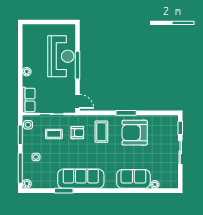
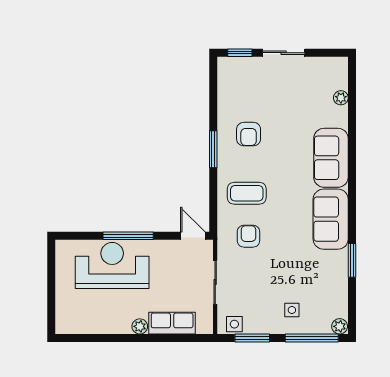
row of seats: (29, 100) -> (172, 323), moved
door: (78, 101) -> (193, 236), hinge flipped
armchair: (135, 133) -> (249, 134), width x0.53, depth x0.53
coffee table: (54, 134) -> (251, 278), removed
sofa: (81, 179) -> (331, 219), width x0.73
sofa: (133, 179) -> (331, 158), moved

